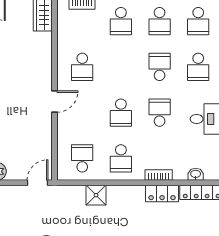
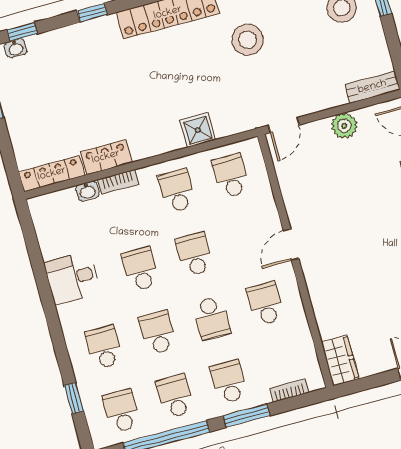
school desk: (121, 67) -> (212, 318), added
school desk: (160, 67) -> (158, 333), turned 180
school desk: (160, 113) -> (141, 269), turned 180
school desk: (82, 158) -> (231, 176), turned 180
washbasin: (196, 174) -> (88, 191), moved

